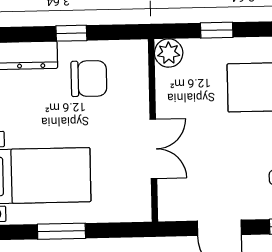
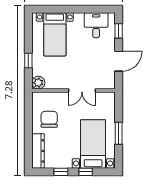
window: (71, 33) -> (28, 127), removed
double door: (153, 149) -> (82, 90), swing flipped

